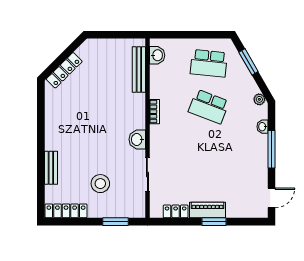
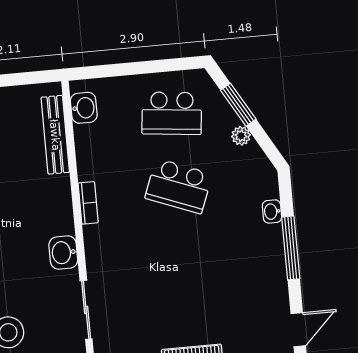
plant: (259, 99) -> (241, 136), moved

